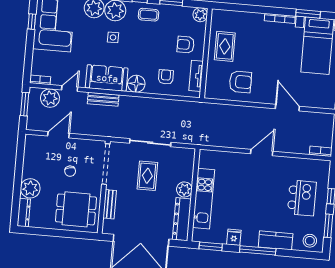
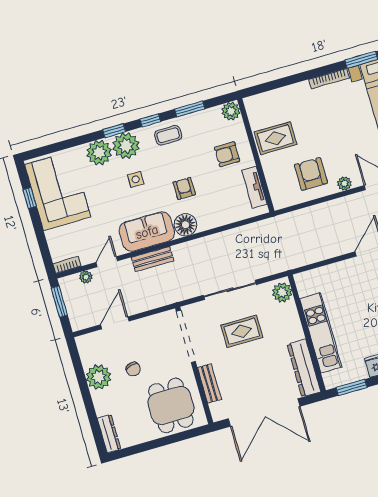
rug: (225, 46) -> (275, 138), turned 90
armchair: (166, 77) -> (184, 188), moved
armchair: (240, 82) -> (311, 174), turned -90
plant: (50, 98) -> (86, 277), width x0.53, depth x0.53
plant: (262, 98) -> (344, 184), added
chair: (70, 171) -> (133, 369), moved
rug: (147, 176) -> (242, 331), turned 90
plant: (30, 188) -> (99, 377), moved
plant: (184, 189) -> (282, 292), moved
dining table: (76, 209) -> (171, 405), turned 90

